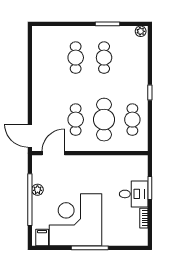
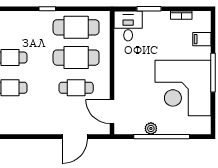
cafe table: (132, 120) -> (76, 27), width x1.37, depth x1.35
door: (30, 136) -> (75, 137), moved
desk: (134, 194) -> (128, 26), moved
filing cabinet: (42, 237) -> (202, 39), moved

